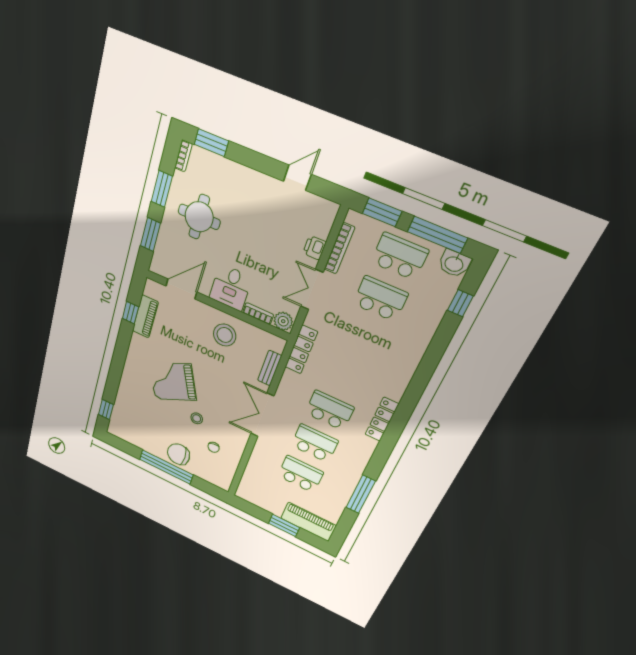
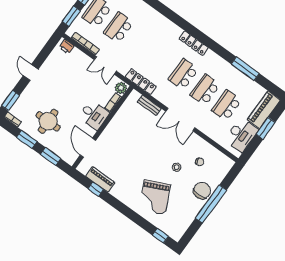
door: (297, 178) -> (31, 72), moved
printer: (314, 248) -> (67, 47), moved
stool: (225, 335) -> (123, 128), removed
grand piano: (173, 382) -> (155, 197), moved
chair: (178, 454) -> (202, 191), turned 180
desk: (266, 496) -> (241, 135), added

